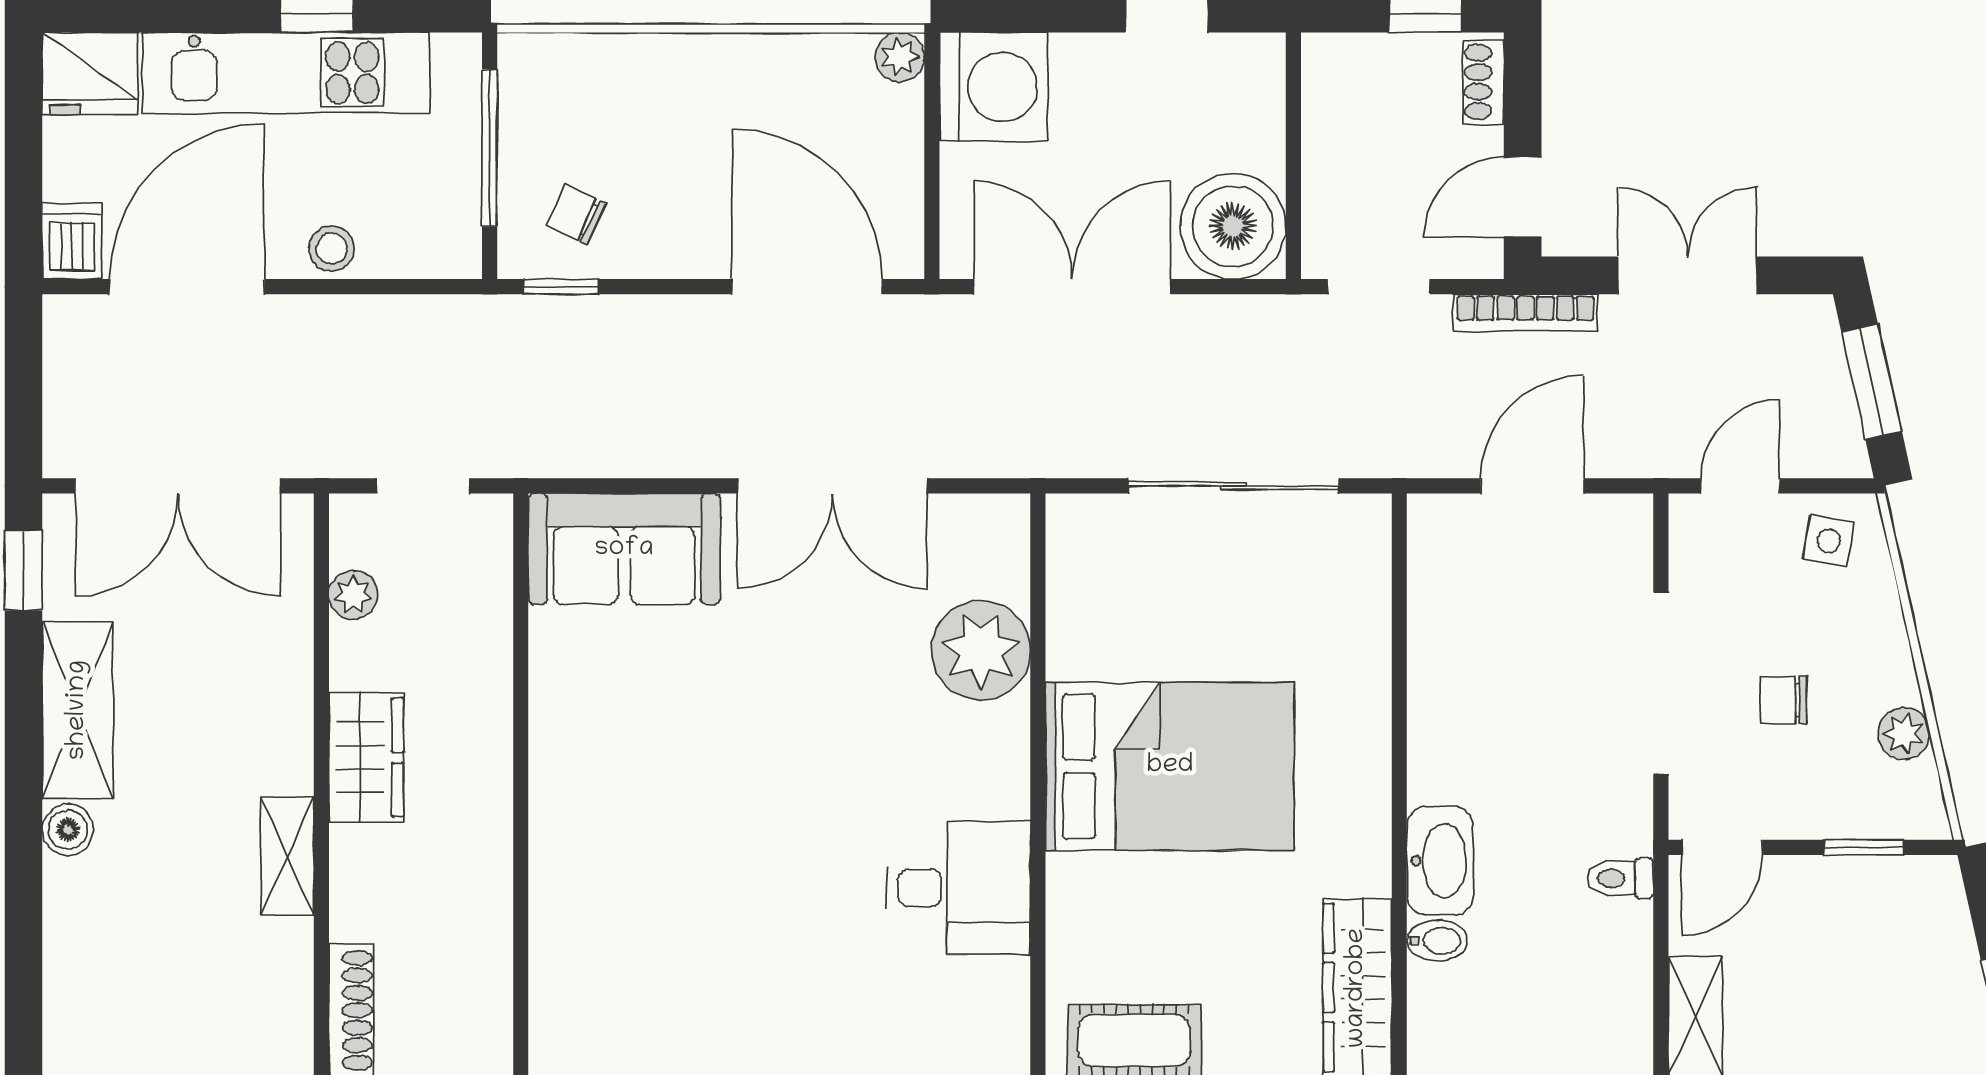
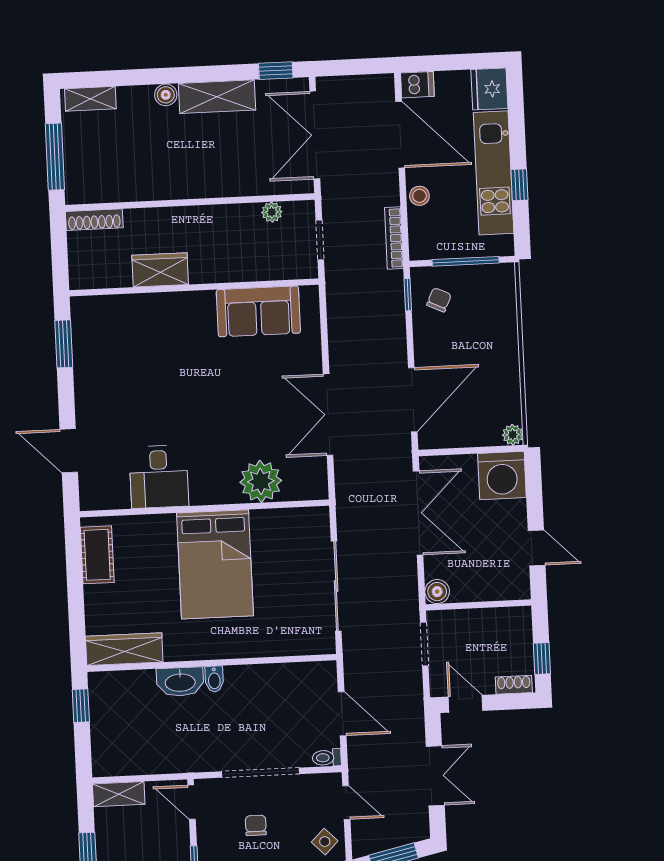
boiler: (1233, 226) -> (437, 592), width x0.54, depth x0.54
bookcase: (1525, 313) -> (394, 238), moved
side table: (1829, 541) -> (325, 842), turned 35
sofa: (624, 549) -> (258, 311), moved, turned -90
wardrobe: (366, 757) -> (160, 270), moved, turned 180
shelving: (287, 856) -> (90, 99), moved
toilet: (1620, 878) -> (327, 758), moved, turned -90
bidet: (1437, 941) -> (214, 679), moved

